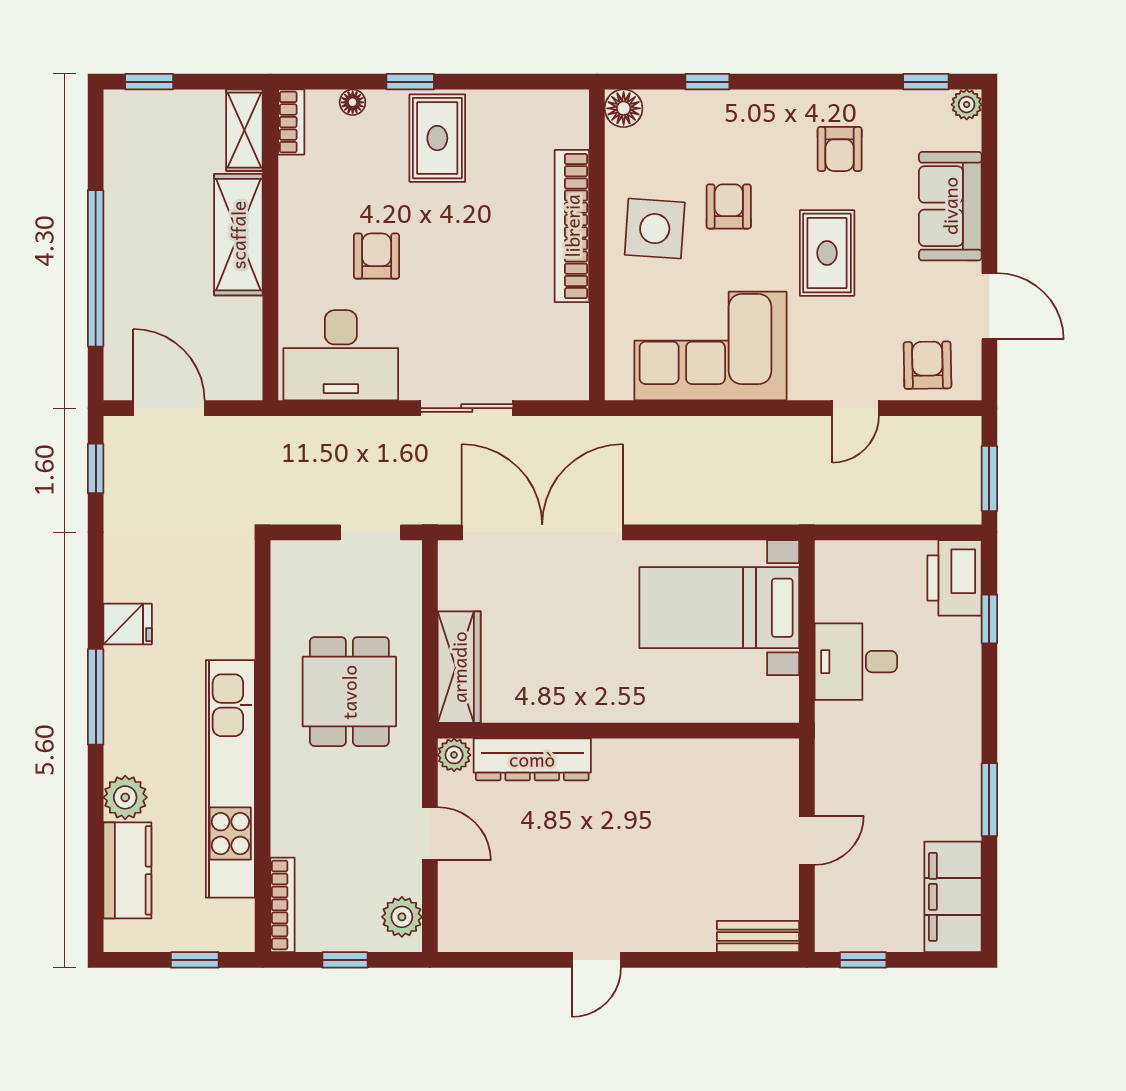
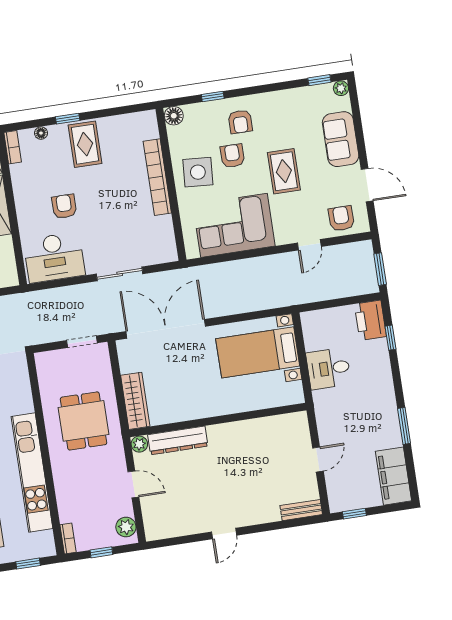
armchair: (840, 149) -> (240, 122), moved
bookcase: (283, 905) -> (68, 538), width x0.64

